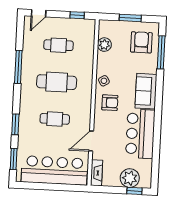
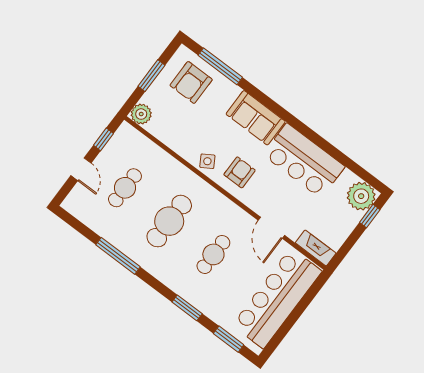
door: (39, 13) -> (81, 169), moved
armchair: (141, 42) -> (191, 82), turned -90
plant: (104, 45) -> (141, 114), moved
plant: (130, 178) -> (361, 196), moved

